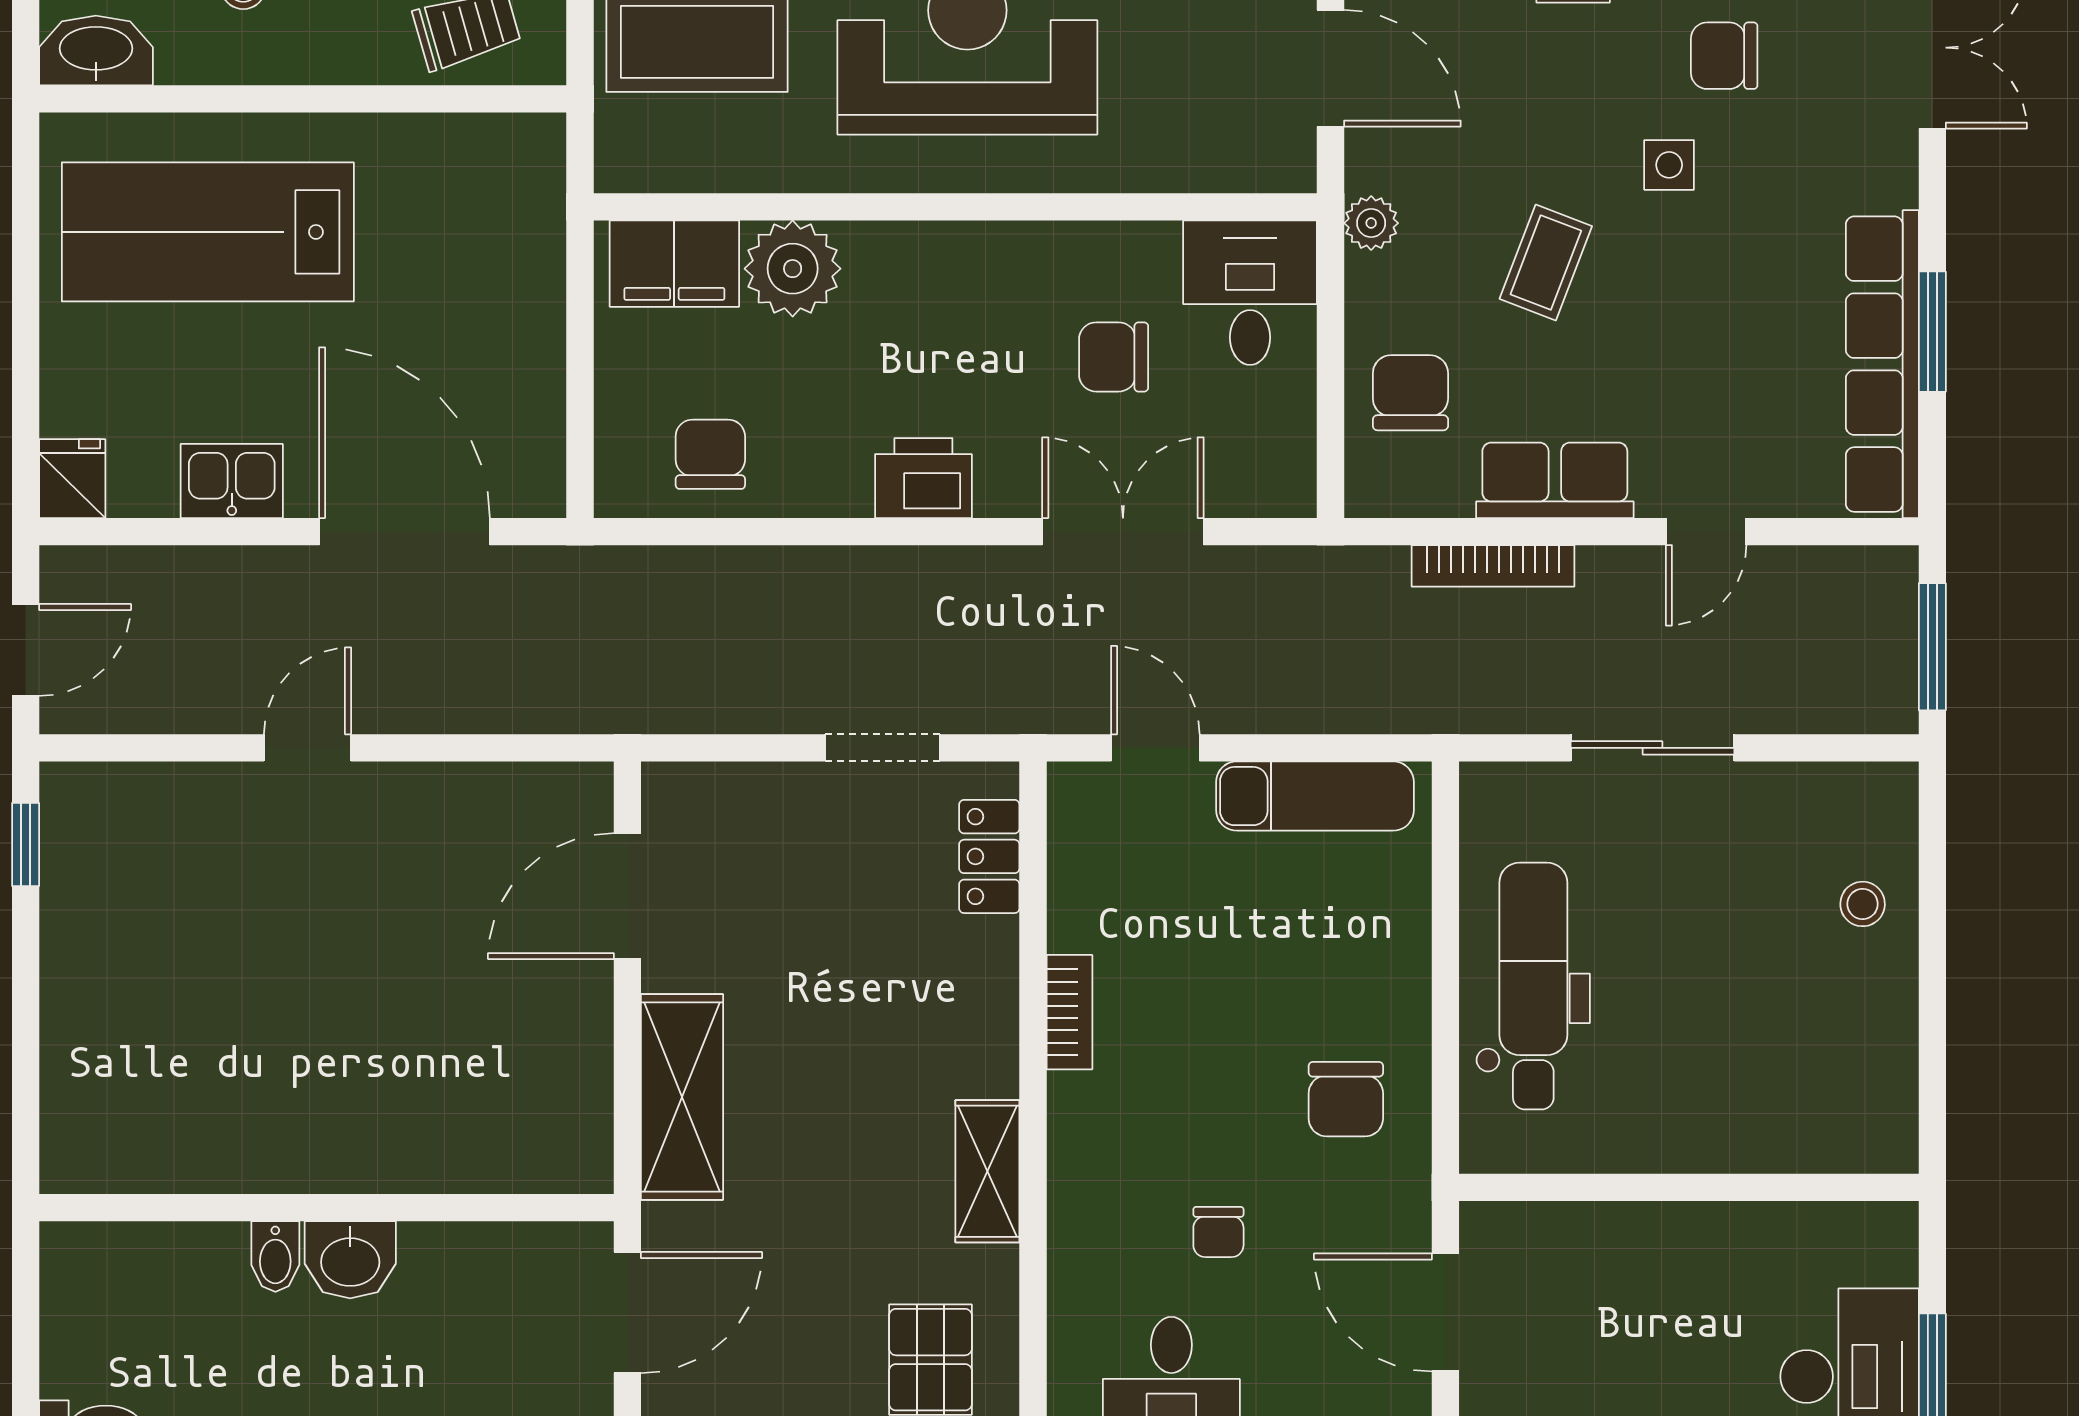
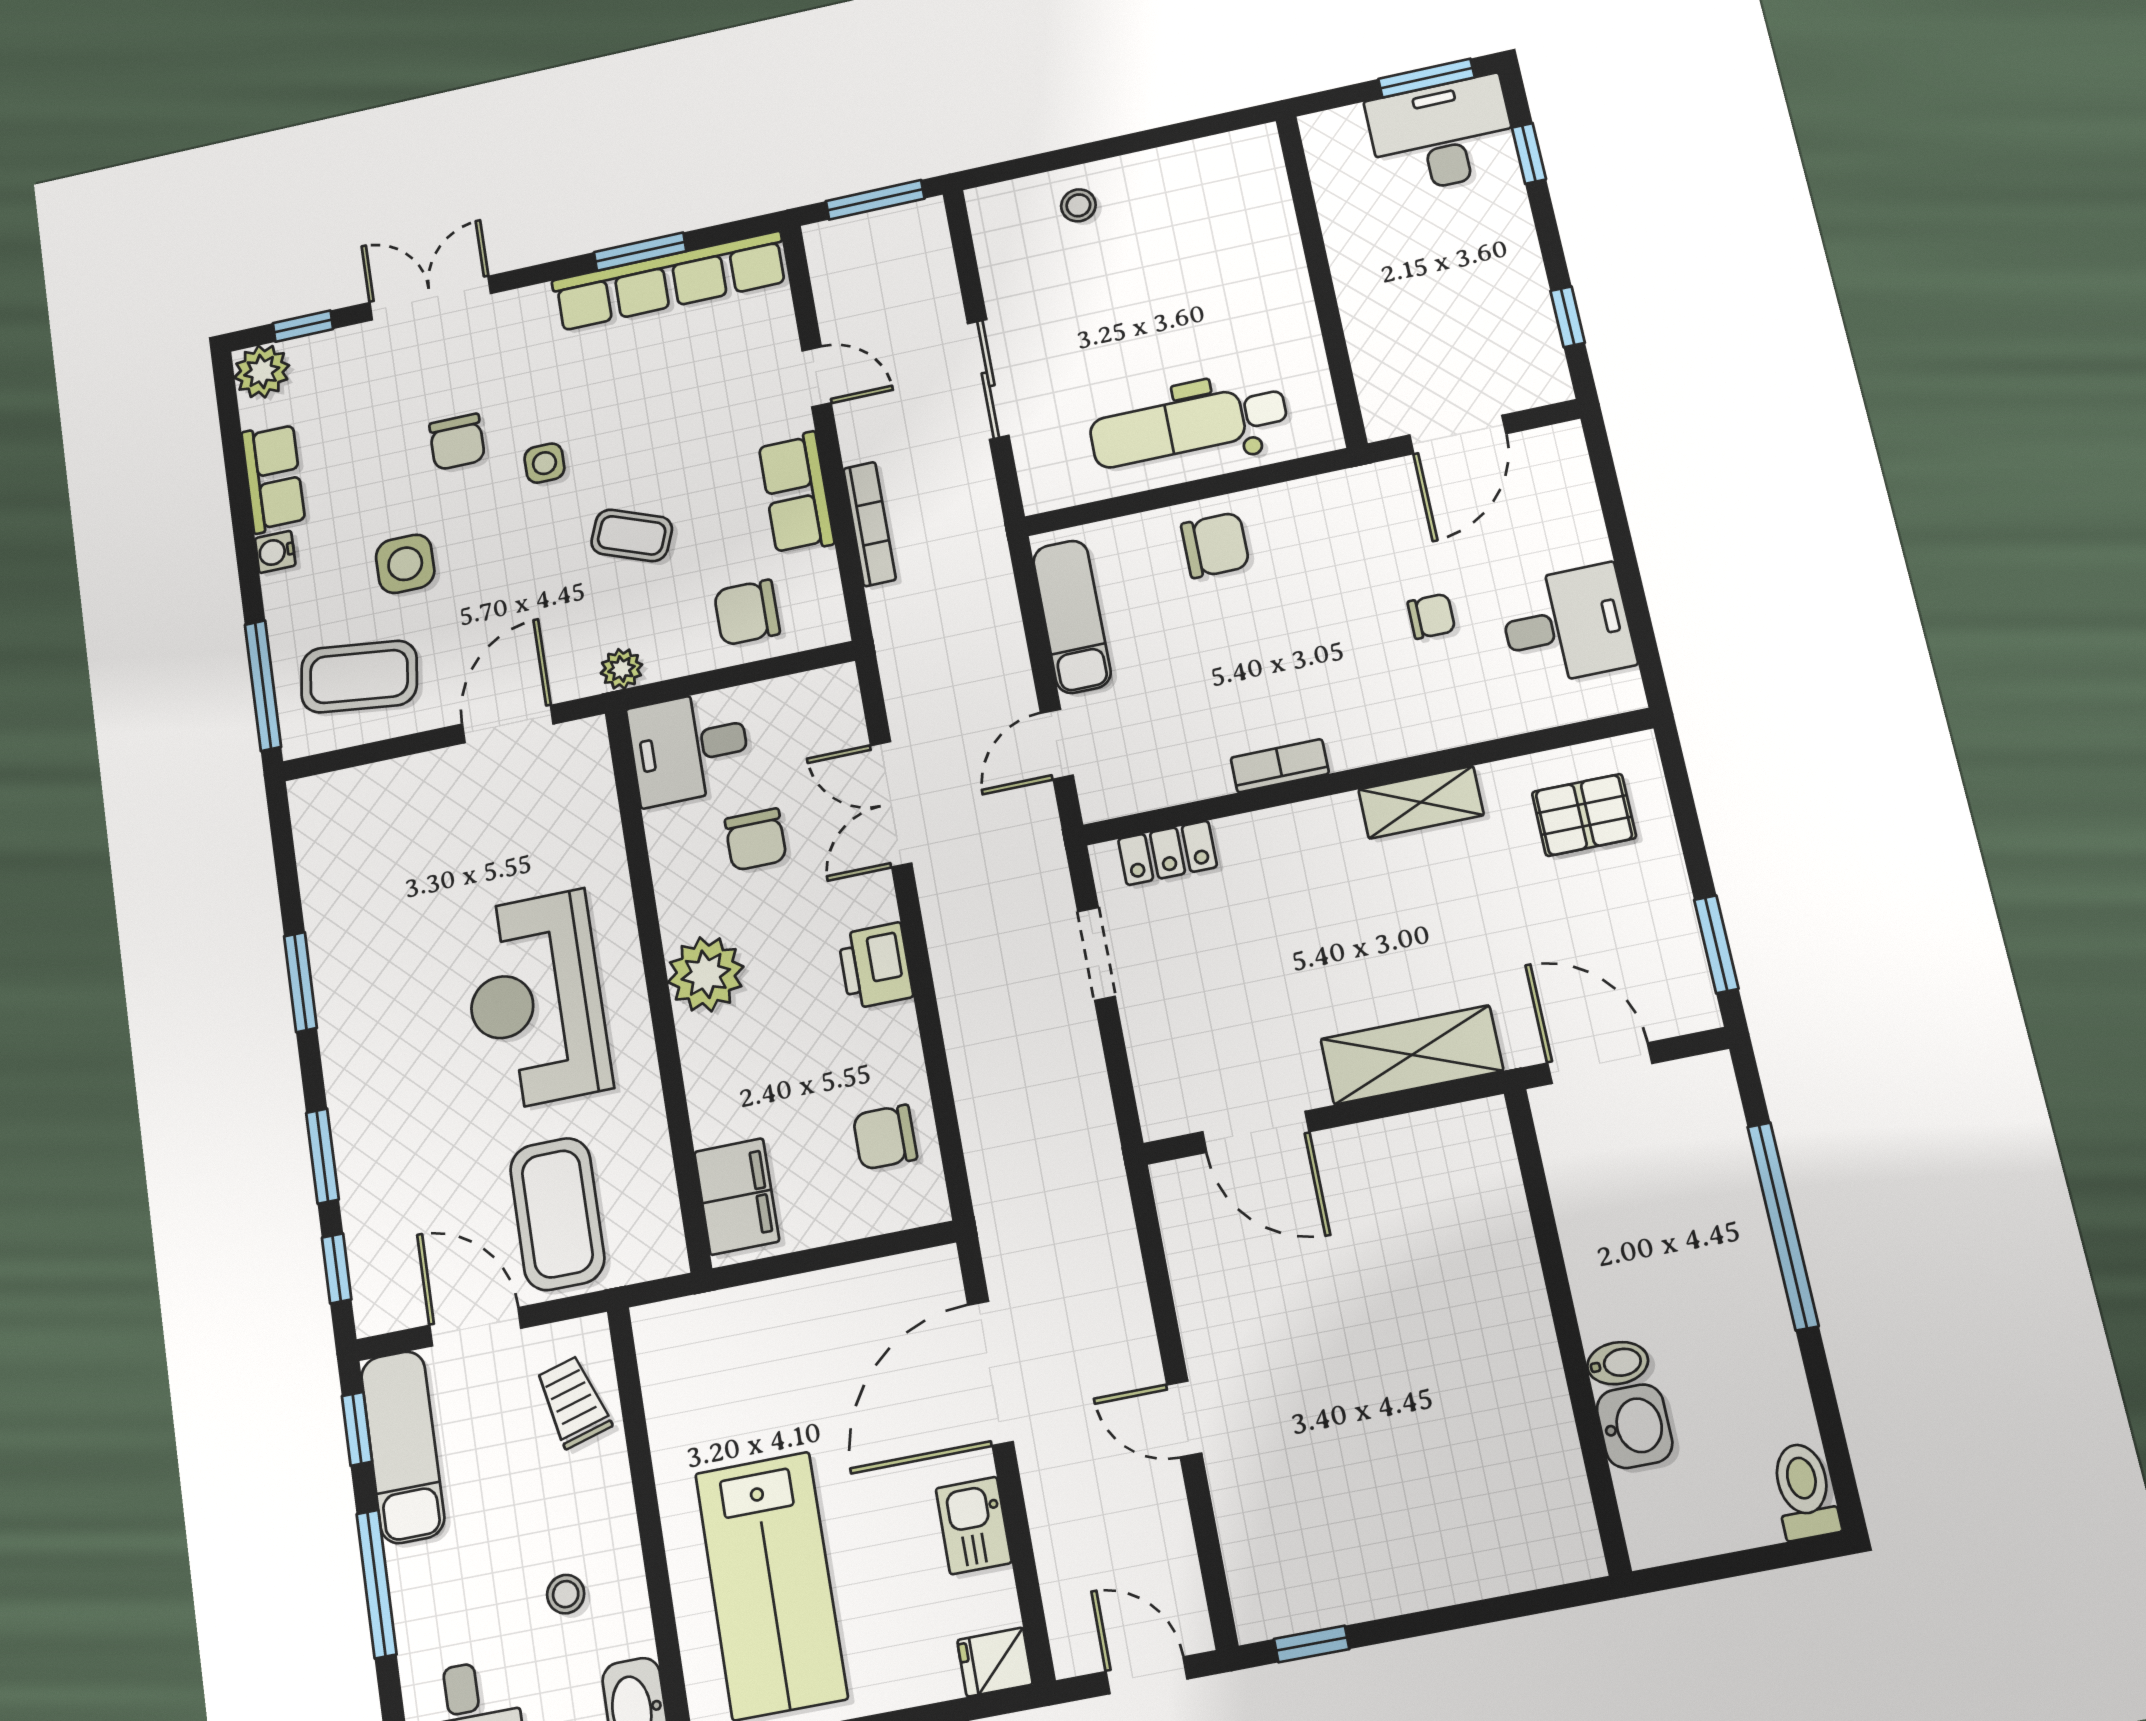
plant: (793, 269) -> (706, 974), moved
chair: (1346, 1099) -> (1215, 545), moved
washbasin: (350, 1260) -> (1635, 1426), moved

